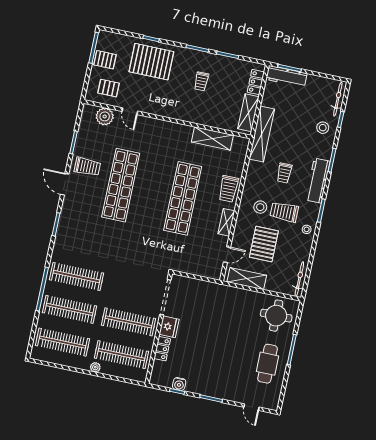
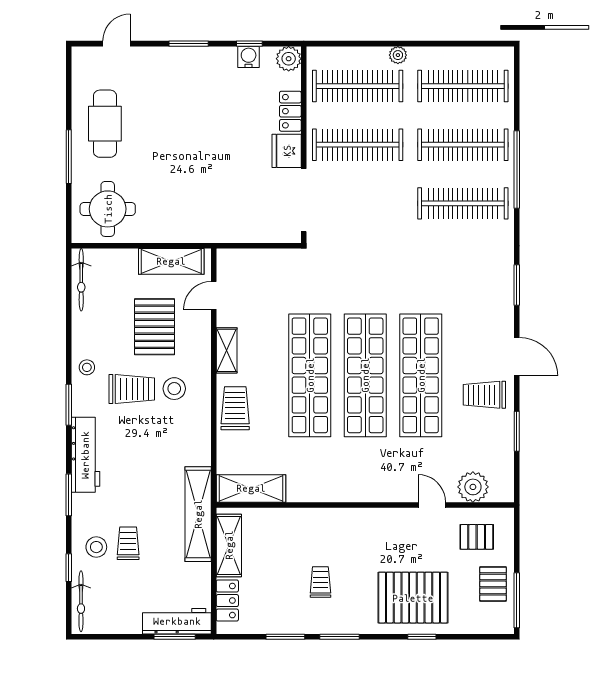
pallet: (105, 60) -> (493, 584), turned 90
shelving: (212, 138) -> (251, 488), moved
trolley: (284, 173) -> (128, 543), moved
shop shelf: (152, 192) -> (365, 375), added
plant: (157, 378) -> (289, 59), added
door: (251, 407) -> (117, 44), hinge flipped

